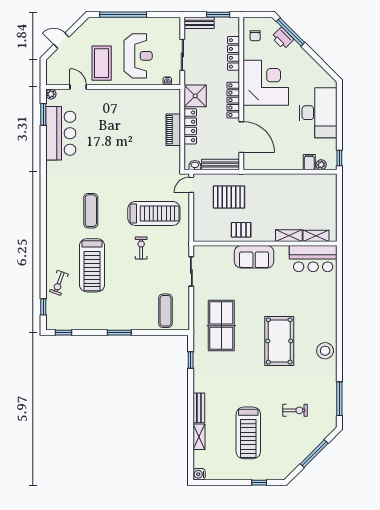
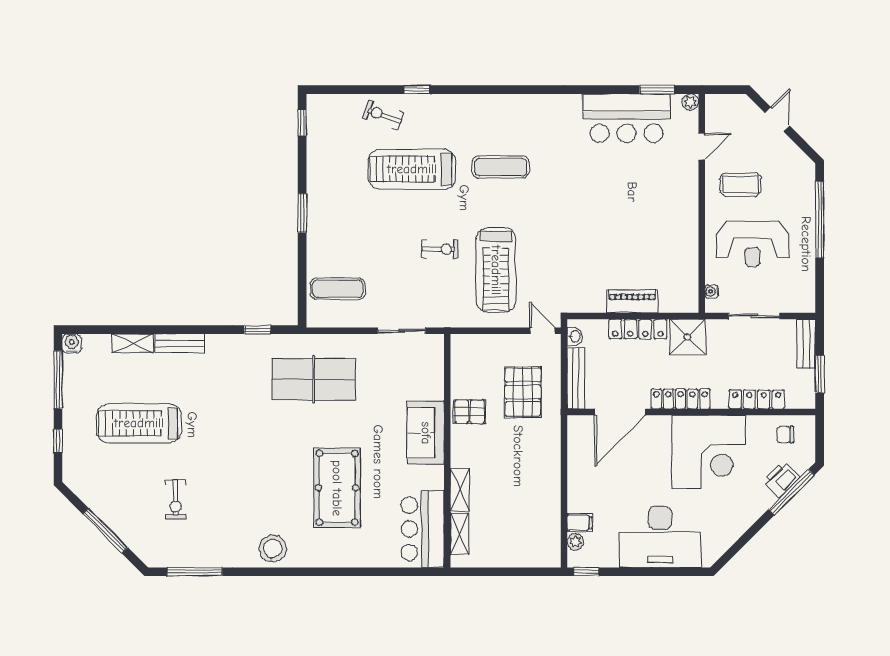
coffee table: (102, 63) -> (741, 185), width x0.73, depth x0.76
pallet: (241, 230) -> (470, 412), turned 90
window: (43, 307) -> (417, 90), moved
pool table: (279, 341) -> (337, 488), moved, turned 90
window: (221, 483) -> (58, 380), added

